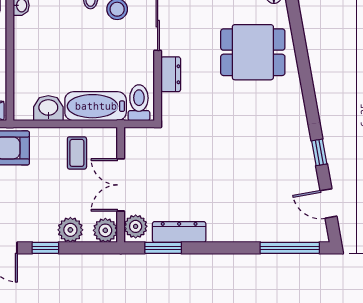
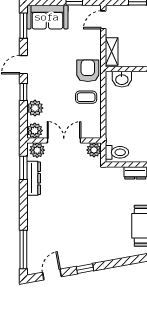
bathtub: (96, 106) -> (115, 124), removed
washbasin: (48, 108) -> (122, 79), moved, turned 90
plant: (135, 138) -> (94, 150), added
coffee table: (77, 153) -> (86, 97), moved

